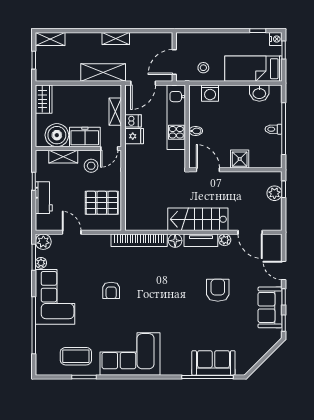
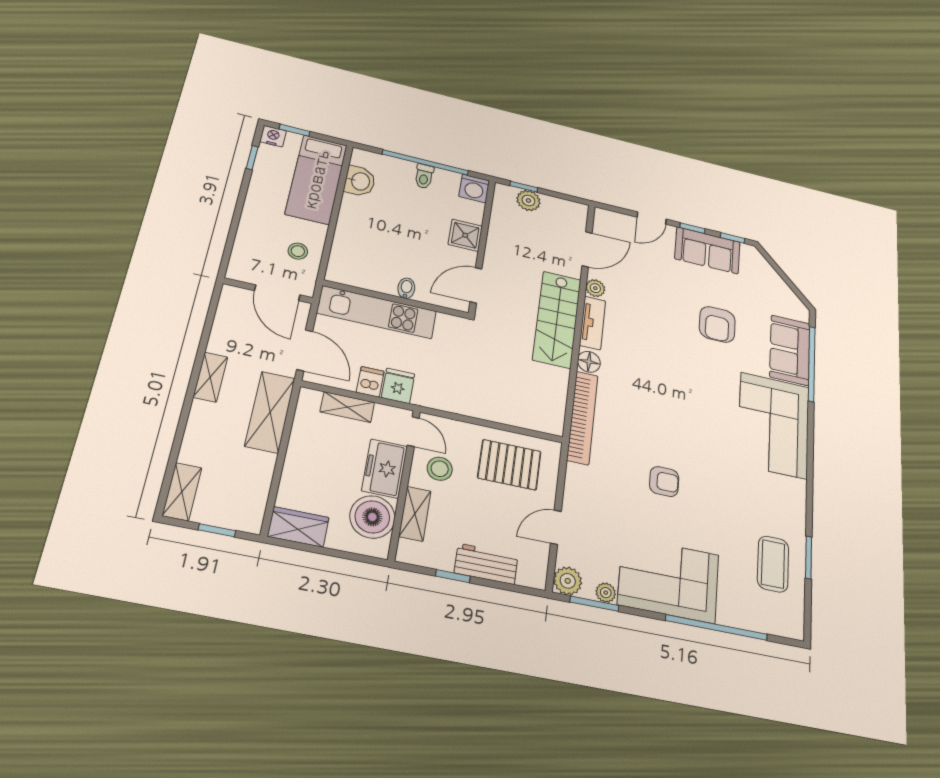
washing machine: (210, 93) -> (474, 188), moved, turned 90
pallet: (102, 203) -> (509, 465), turned 90
armchair: (218, 290) -> (717, 324), moved, turned -90
corner sofa: (130, 354) -> (774, 425), moved

